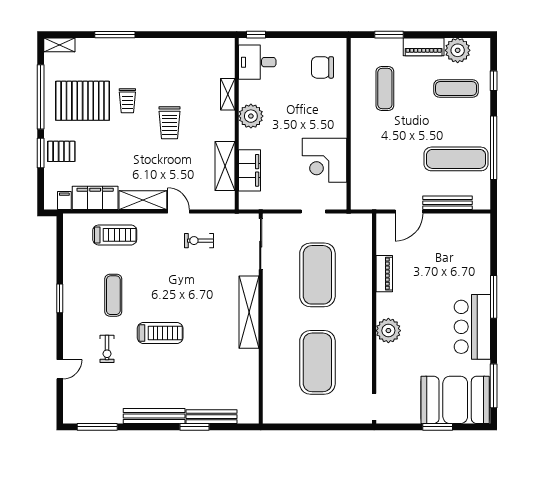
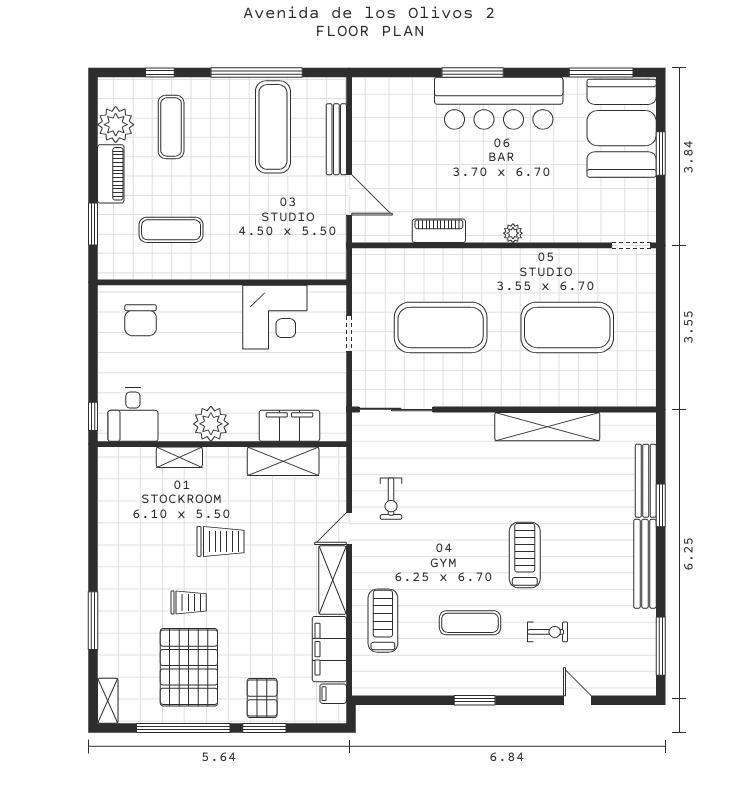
shelving: (249, 312) -> (547, 427), moved
bar counter: (472, 327) -> (499, 103), width x1.36
plant: (388, 331) -> (513, 233), width x0.53, depth x0.53

